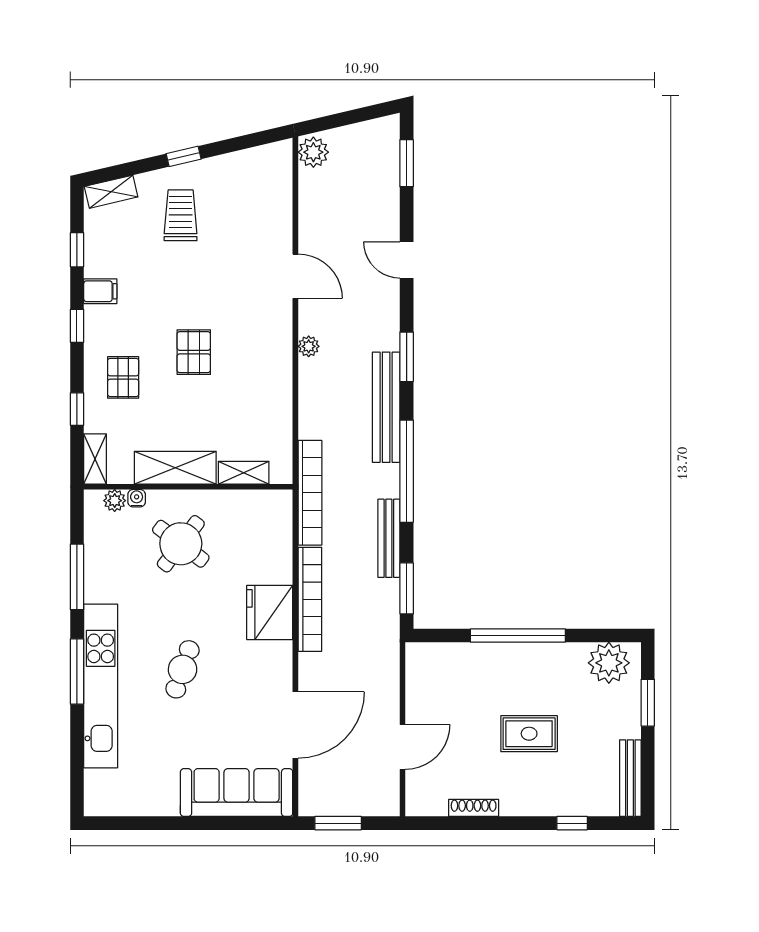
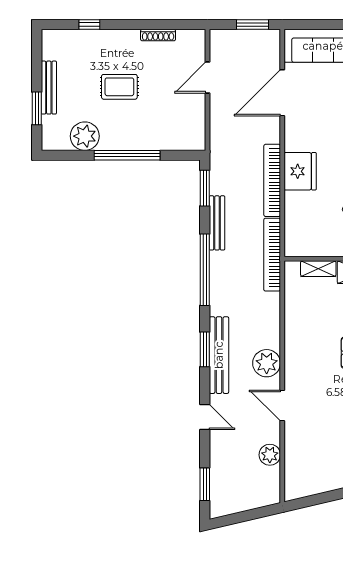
plant: (313, 152) -> (270, 455), moved
plant: (309, 346) -> (267, 363), width x1.87, depth x1.87
bench: (386, 407) -> (219, 355), moved
plant: (609, 663) -> (85, 136), moved
bench: (630, 778) -> (49, 88), moved

